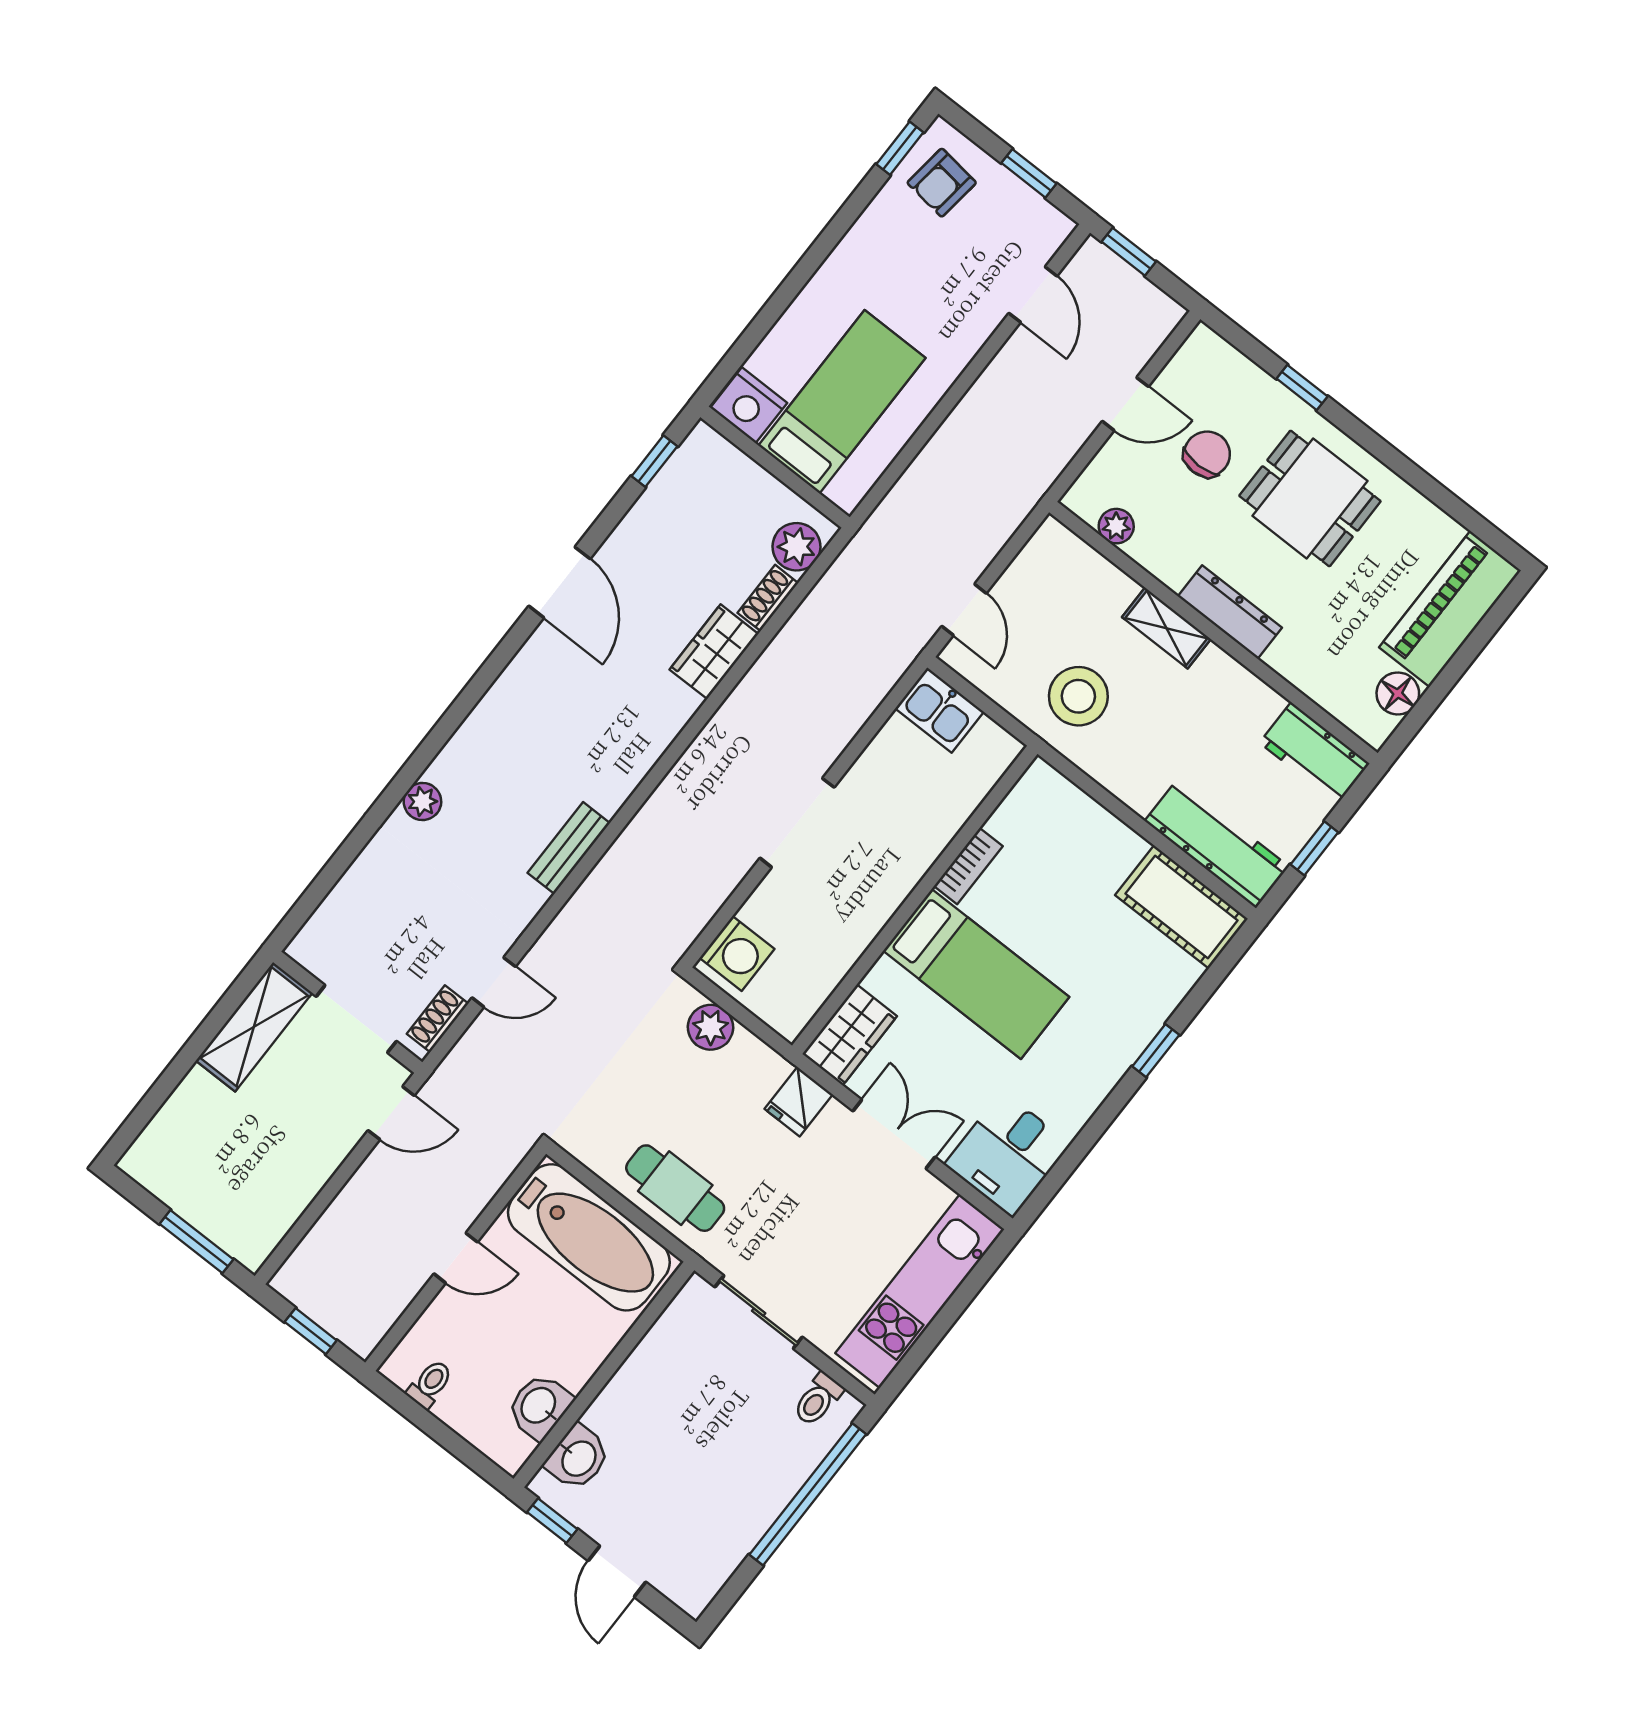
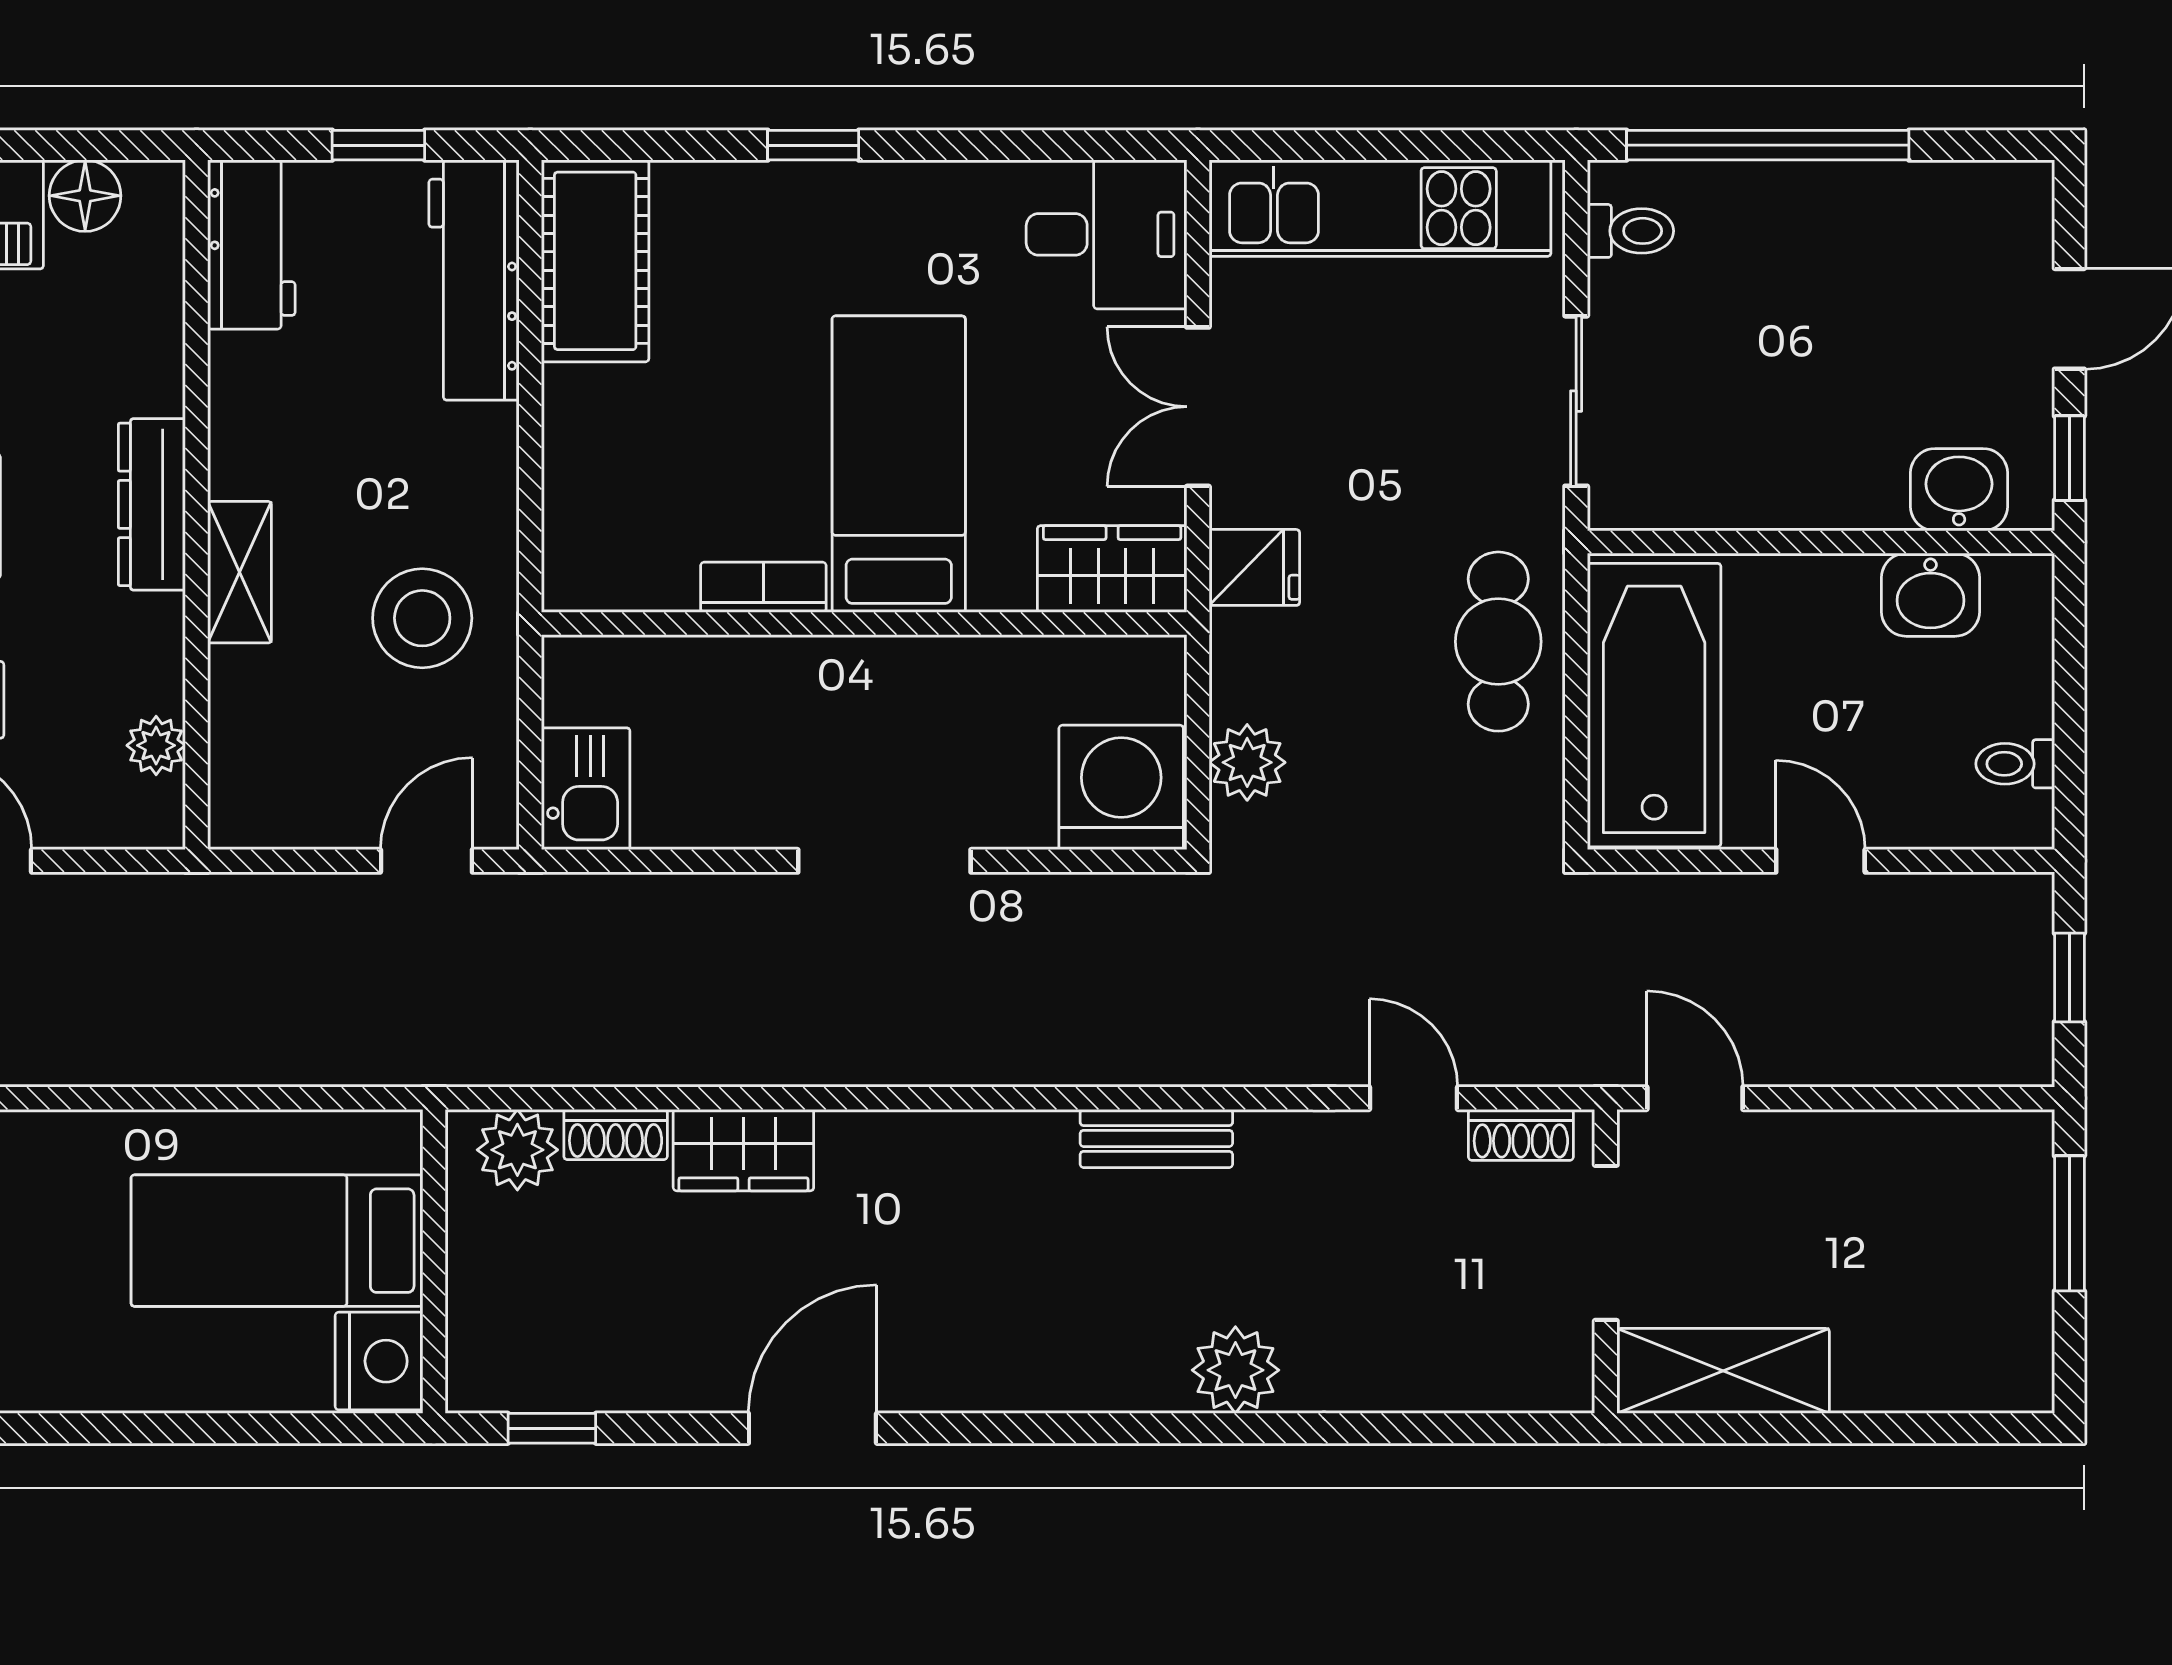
plant: (422, 801) -> (1235, 1370), width x1.38, depth x1.38
washing machine: (737, 953) -> (1121, 787), width x1.37, depth x1.37

